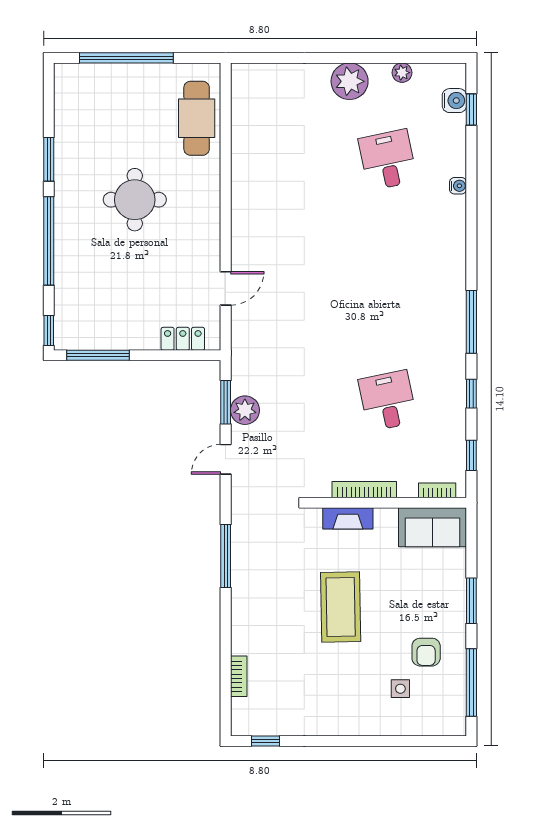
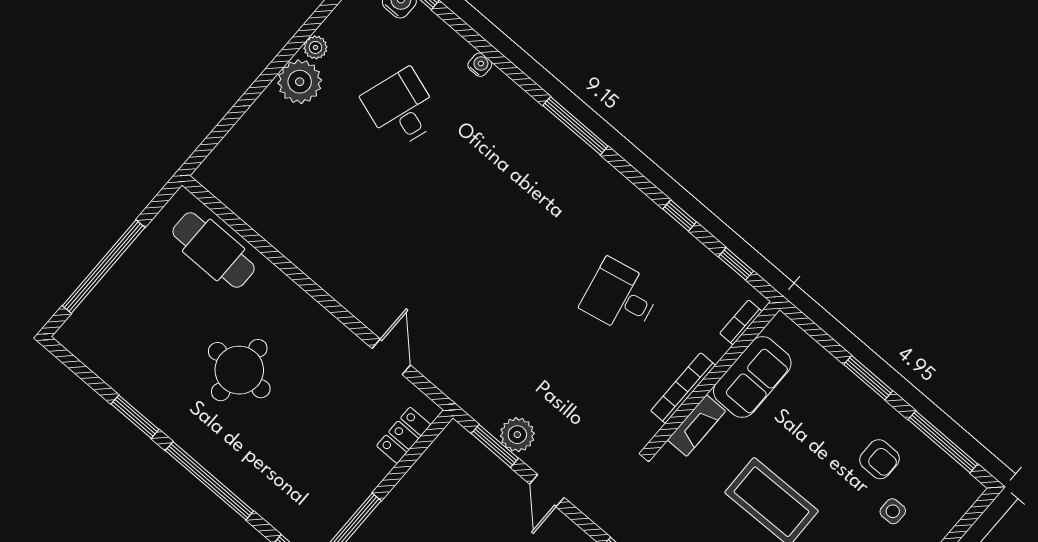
plant: (402, 73) -> (315, 47), moved
desk: (388, 160) -> (401, 108), turned 30
window: (471, 322) -> (575, 126), moved
sofa: (433, 527) -> (752, 377), moved

